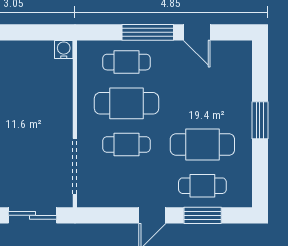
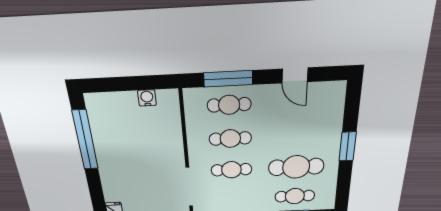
window: (148, 32) -> (228, 79), moved
water cooler: (64, 50) -> (147, 98), moved
cafe table: (127, 103) -> (230, 139), width x0.73, depth x0.74

